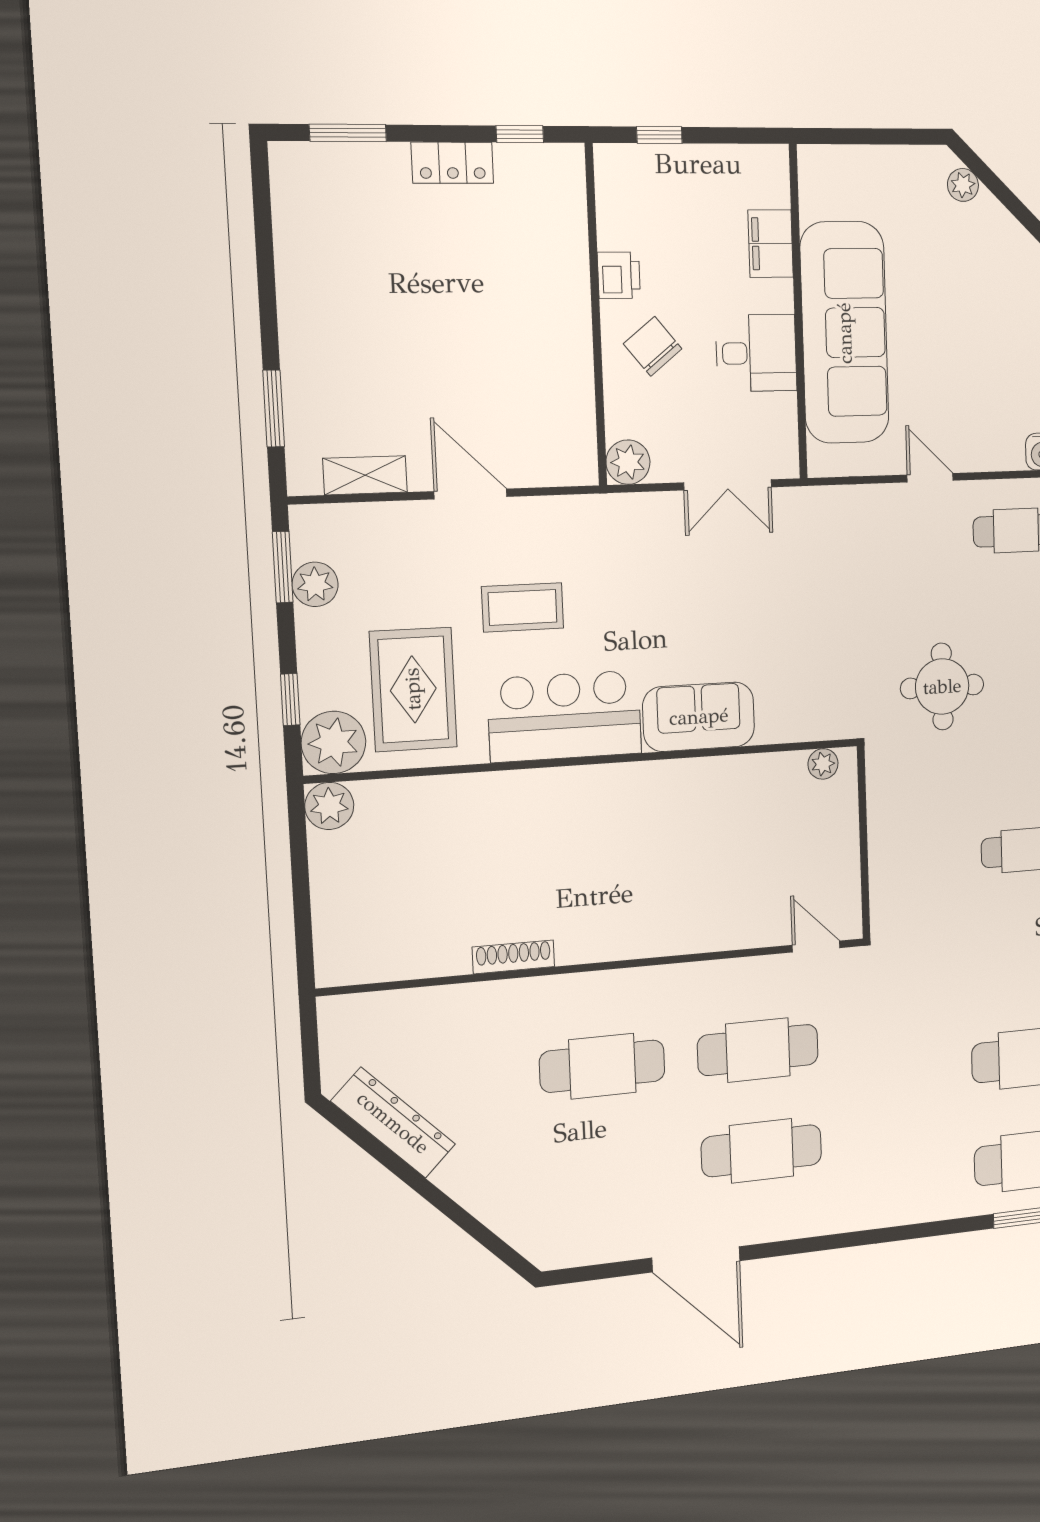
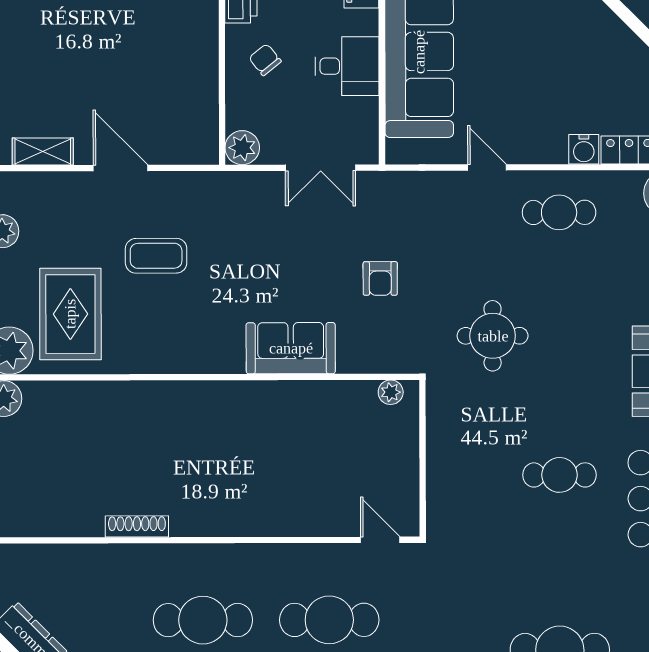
chair: (653, 346) -> (265, 60), width x0.73, depth x0.73
armchair: (806, 623) -> (380, 278), added
bar counter: (565, 716) -> (185, 341), removed

